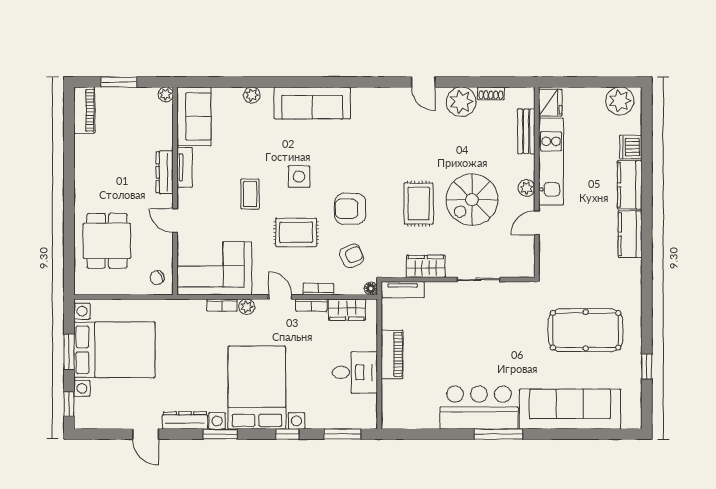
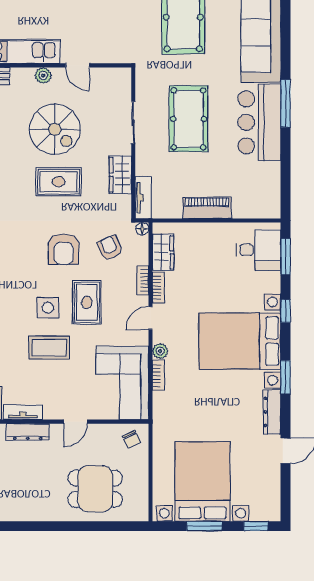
side table: (299, 177) -> (48, 308), moved
coffee table: (250, 194) -> (49, 348), width x1.36, depth x1.30
pool table: (483, 336) -> (188, 119), added
desk: (355, 372) -> (259, 250), moved, turned 90

